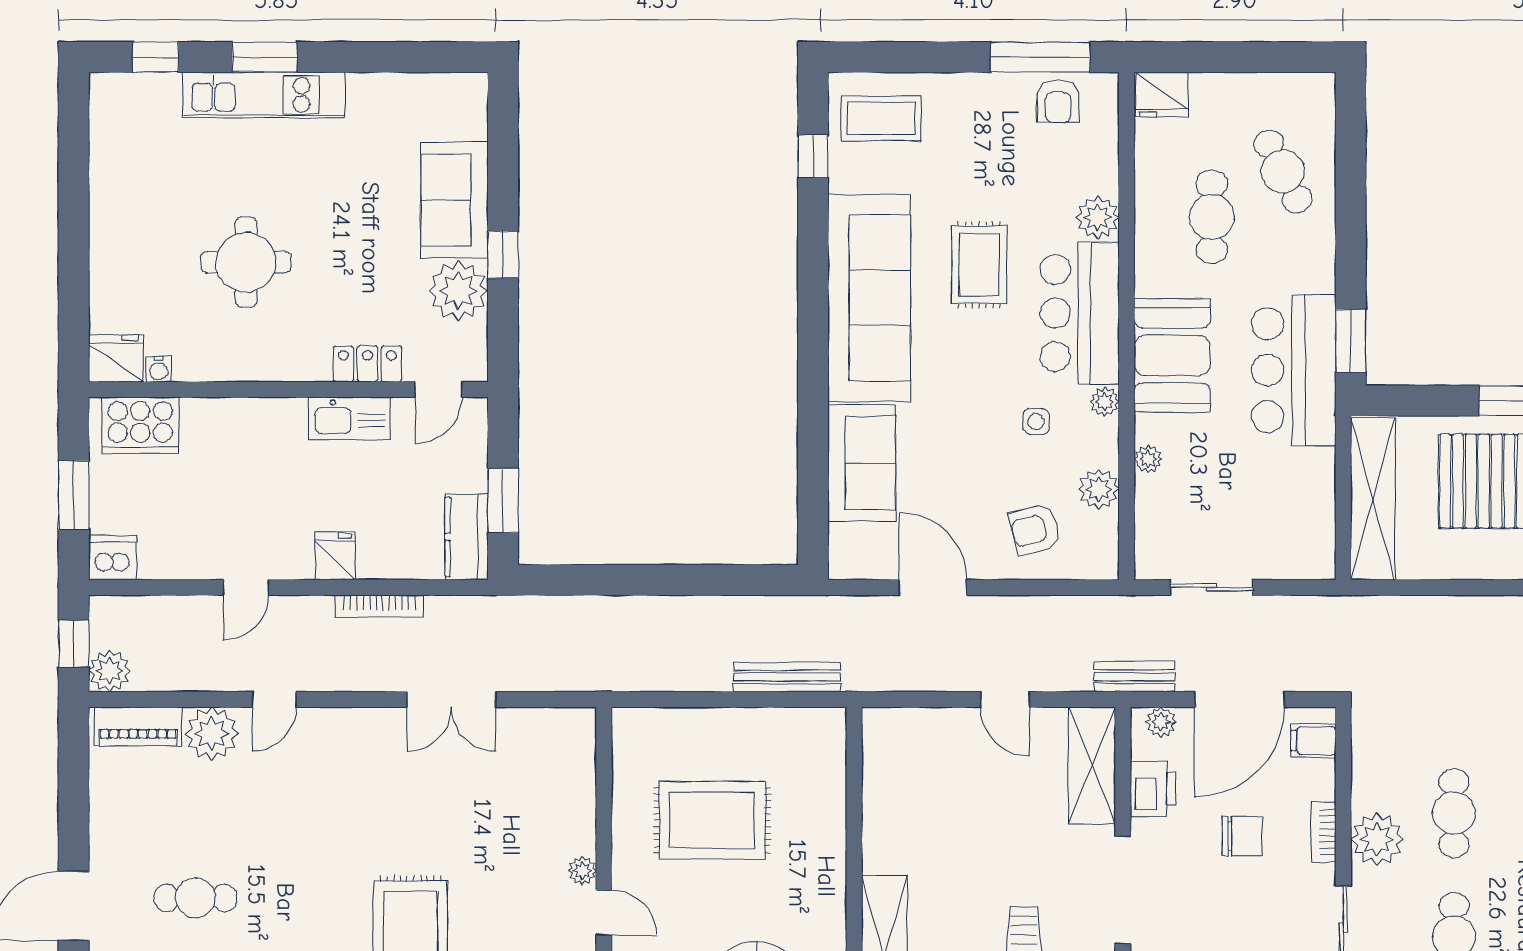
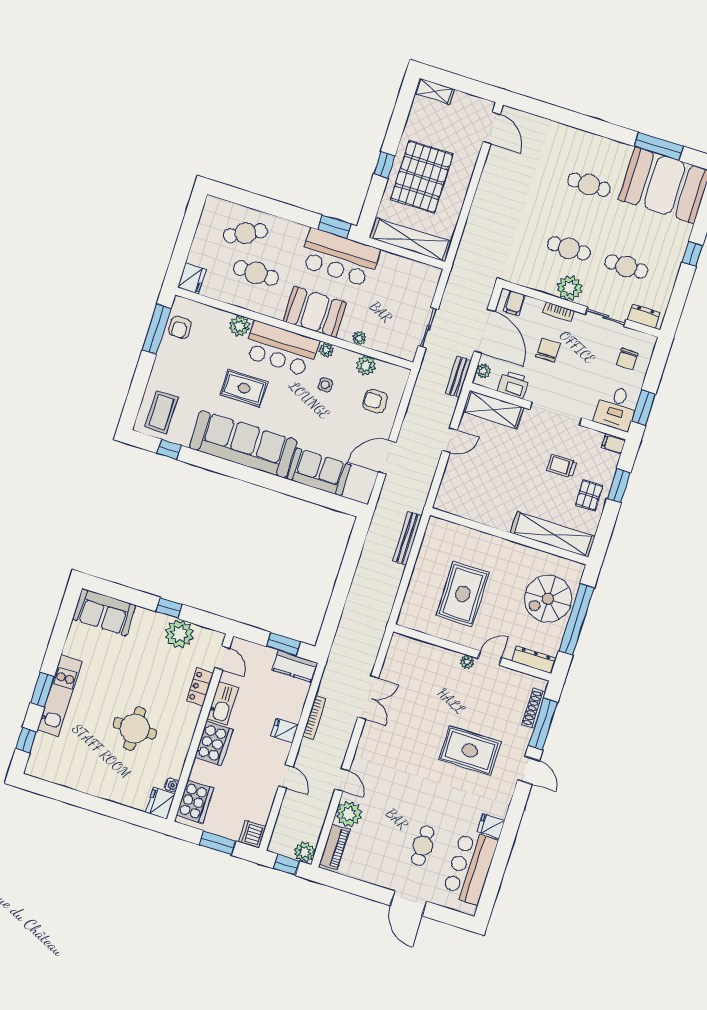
armchair: (1058, 102) -> (180, 327), turned 90
sofa: (454, 200) -> (104, 612), moved
cooker: (266, 426) -> (214, 743), added
armchair: (1035, 529) -> (375, 401), turned 104

